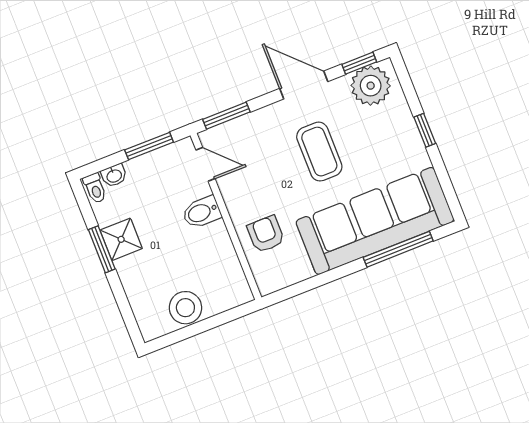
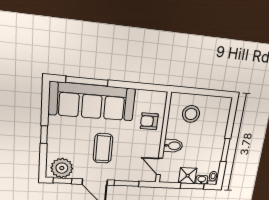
window: (226, 116) -> (127, 183), moved
window: (149, 146) -> (192, 186), moved
armchair: (266, 234) -> (149, 121), turned 90
shower: (121, 239) -> (188, 176), moved
stool: (185, 308) -> (191, 114), moved

